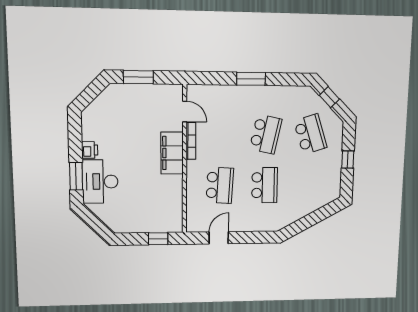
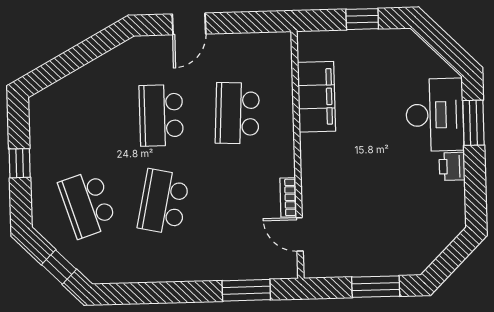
window: (251, 79) -> (246, 290), moved
bookcase: (191, 141) -> (288, 197), width x0.64
filing cabinet: (172, 153) -> (316, 97), moved
door: (219, 238) -> (189, 24), moved
window: (158, 239) -> (362, 19), moved

